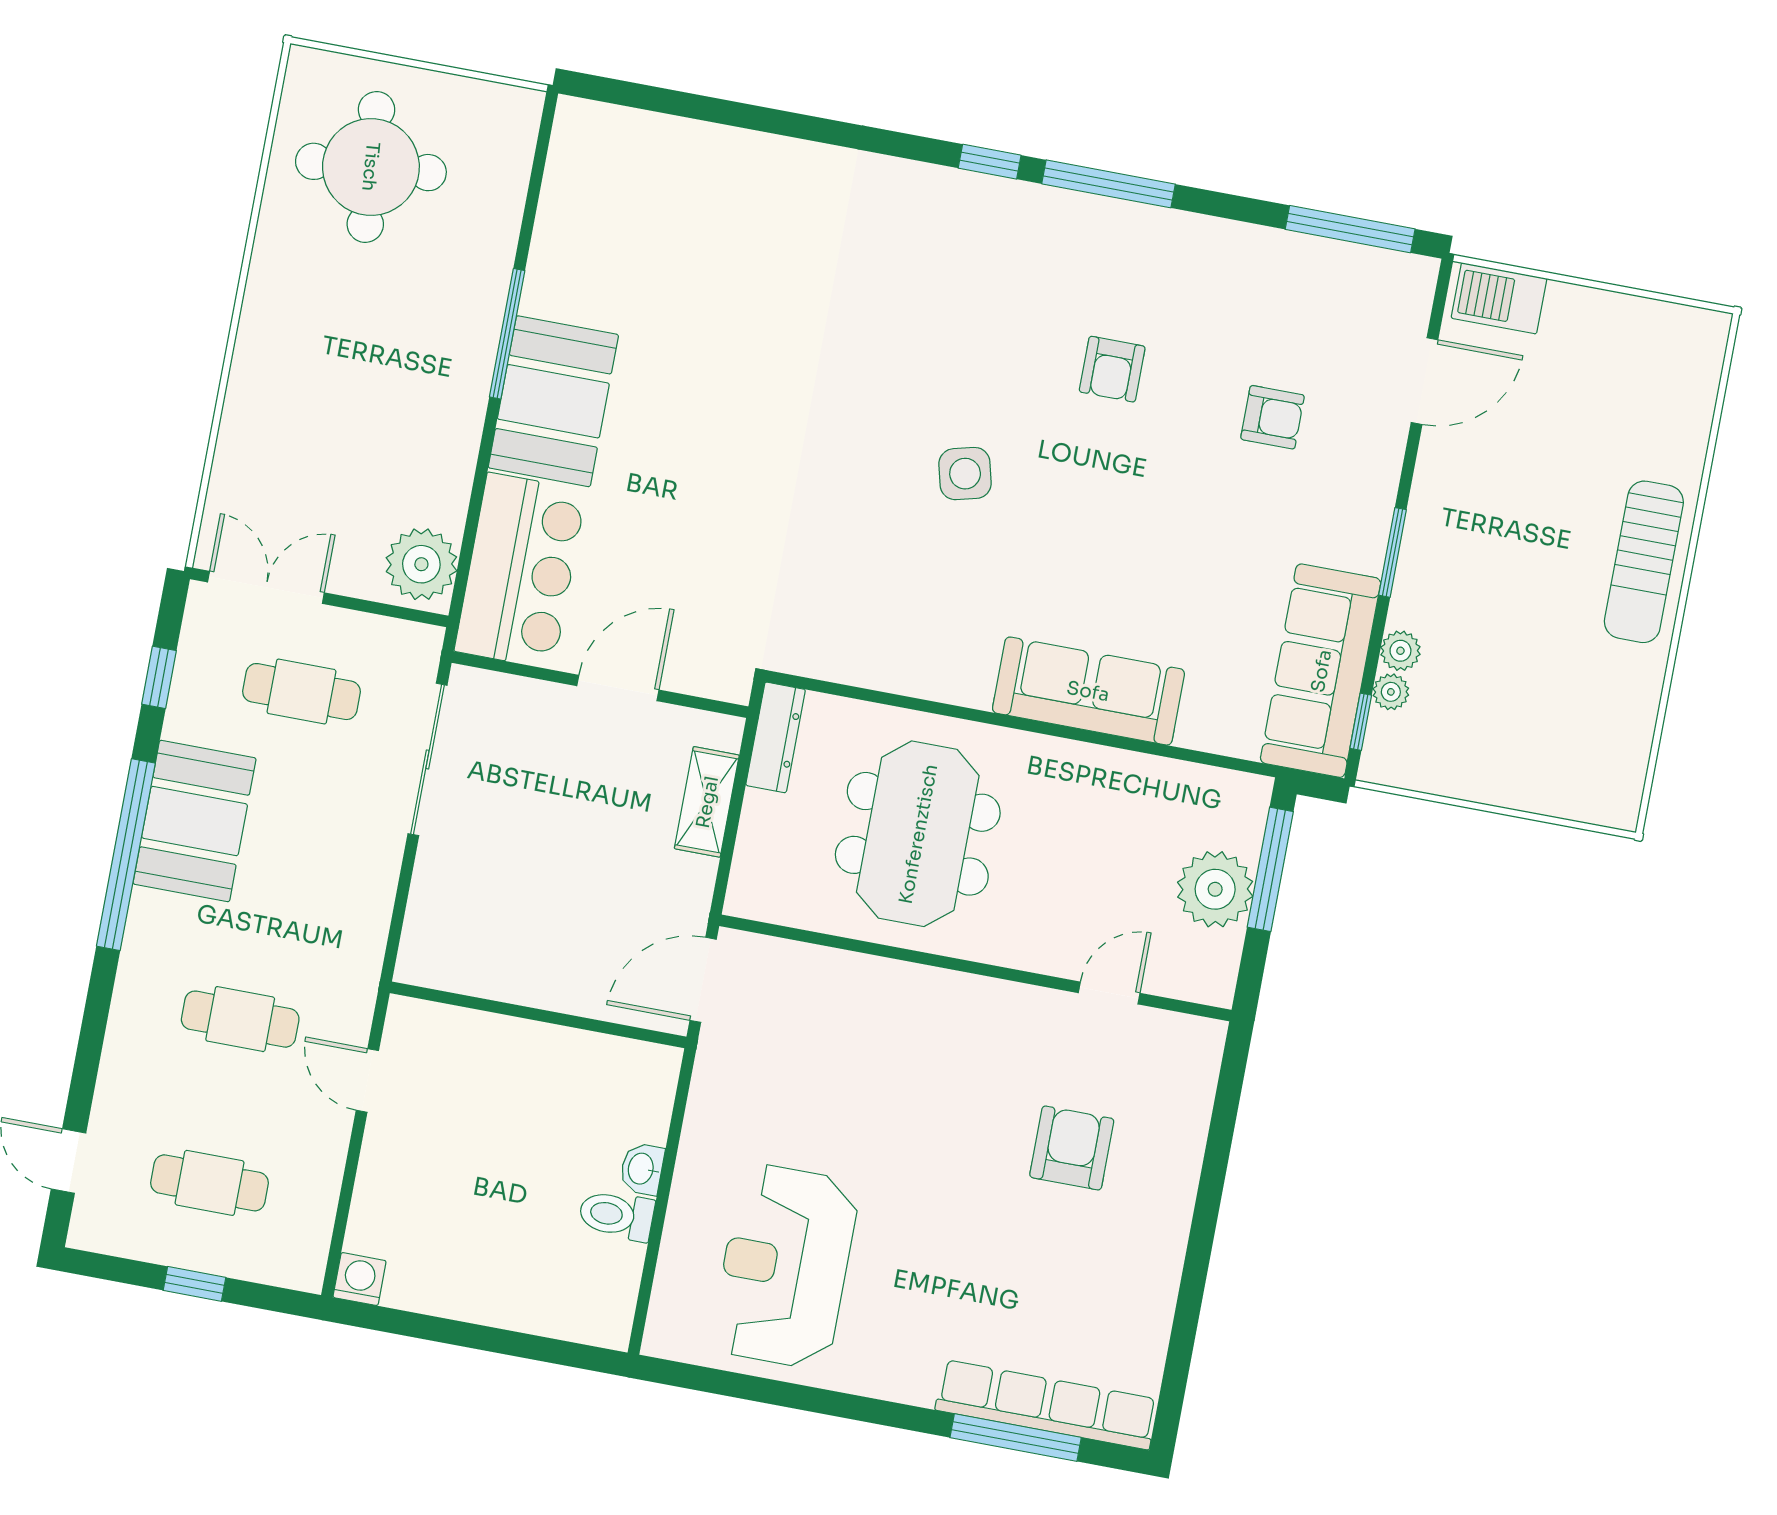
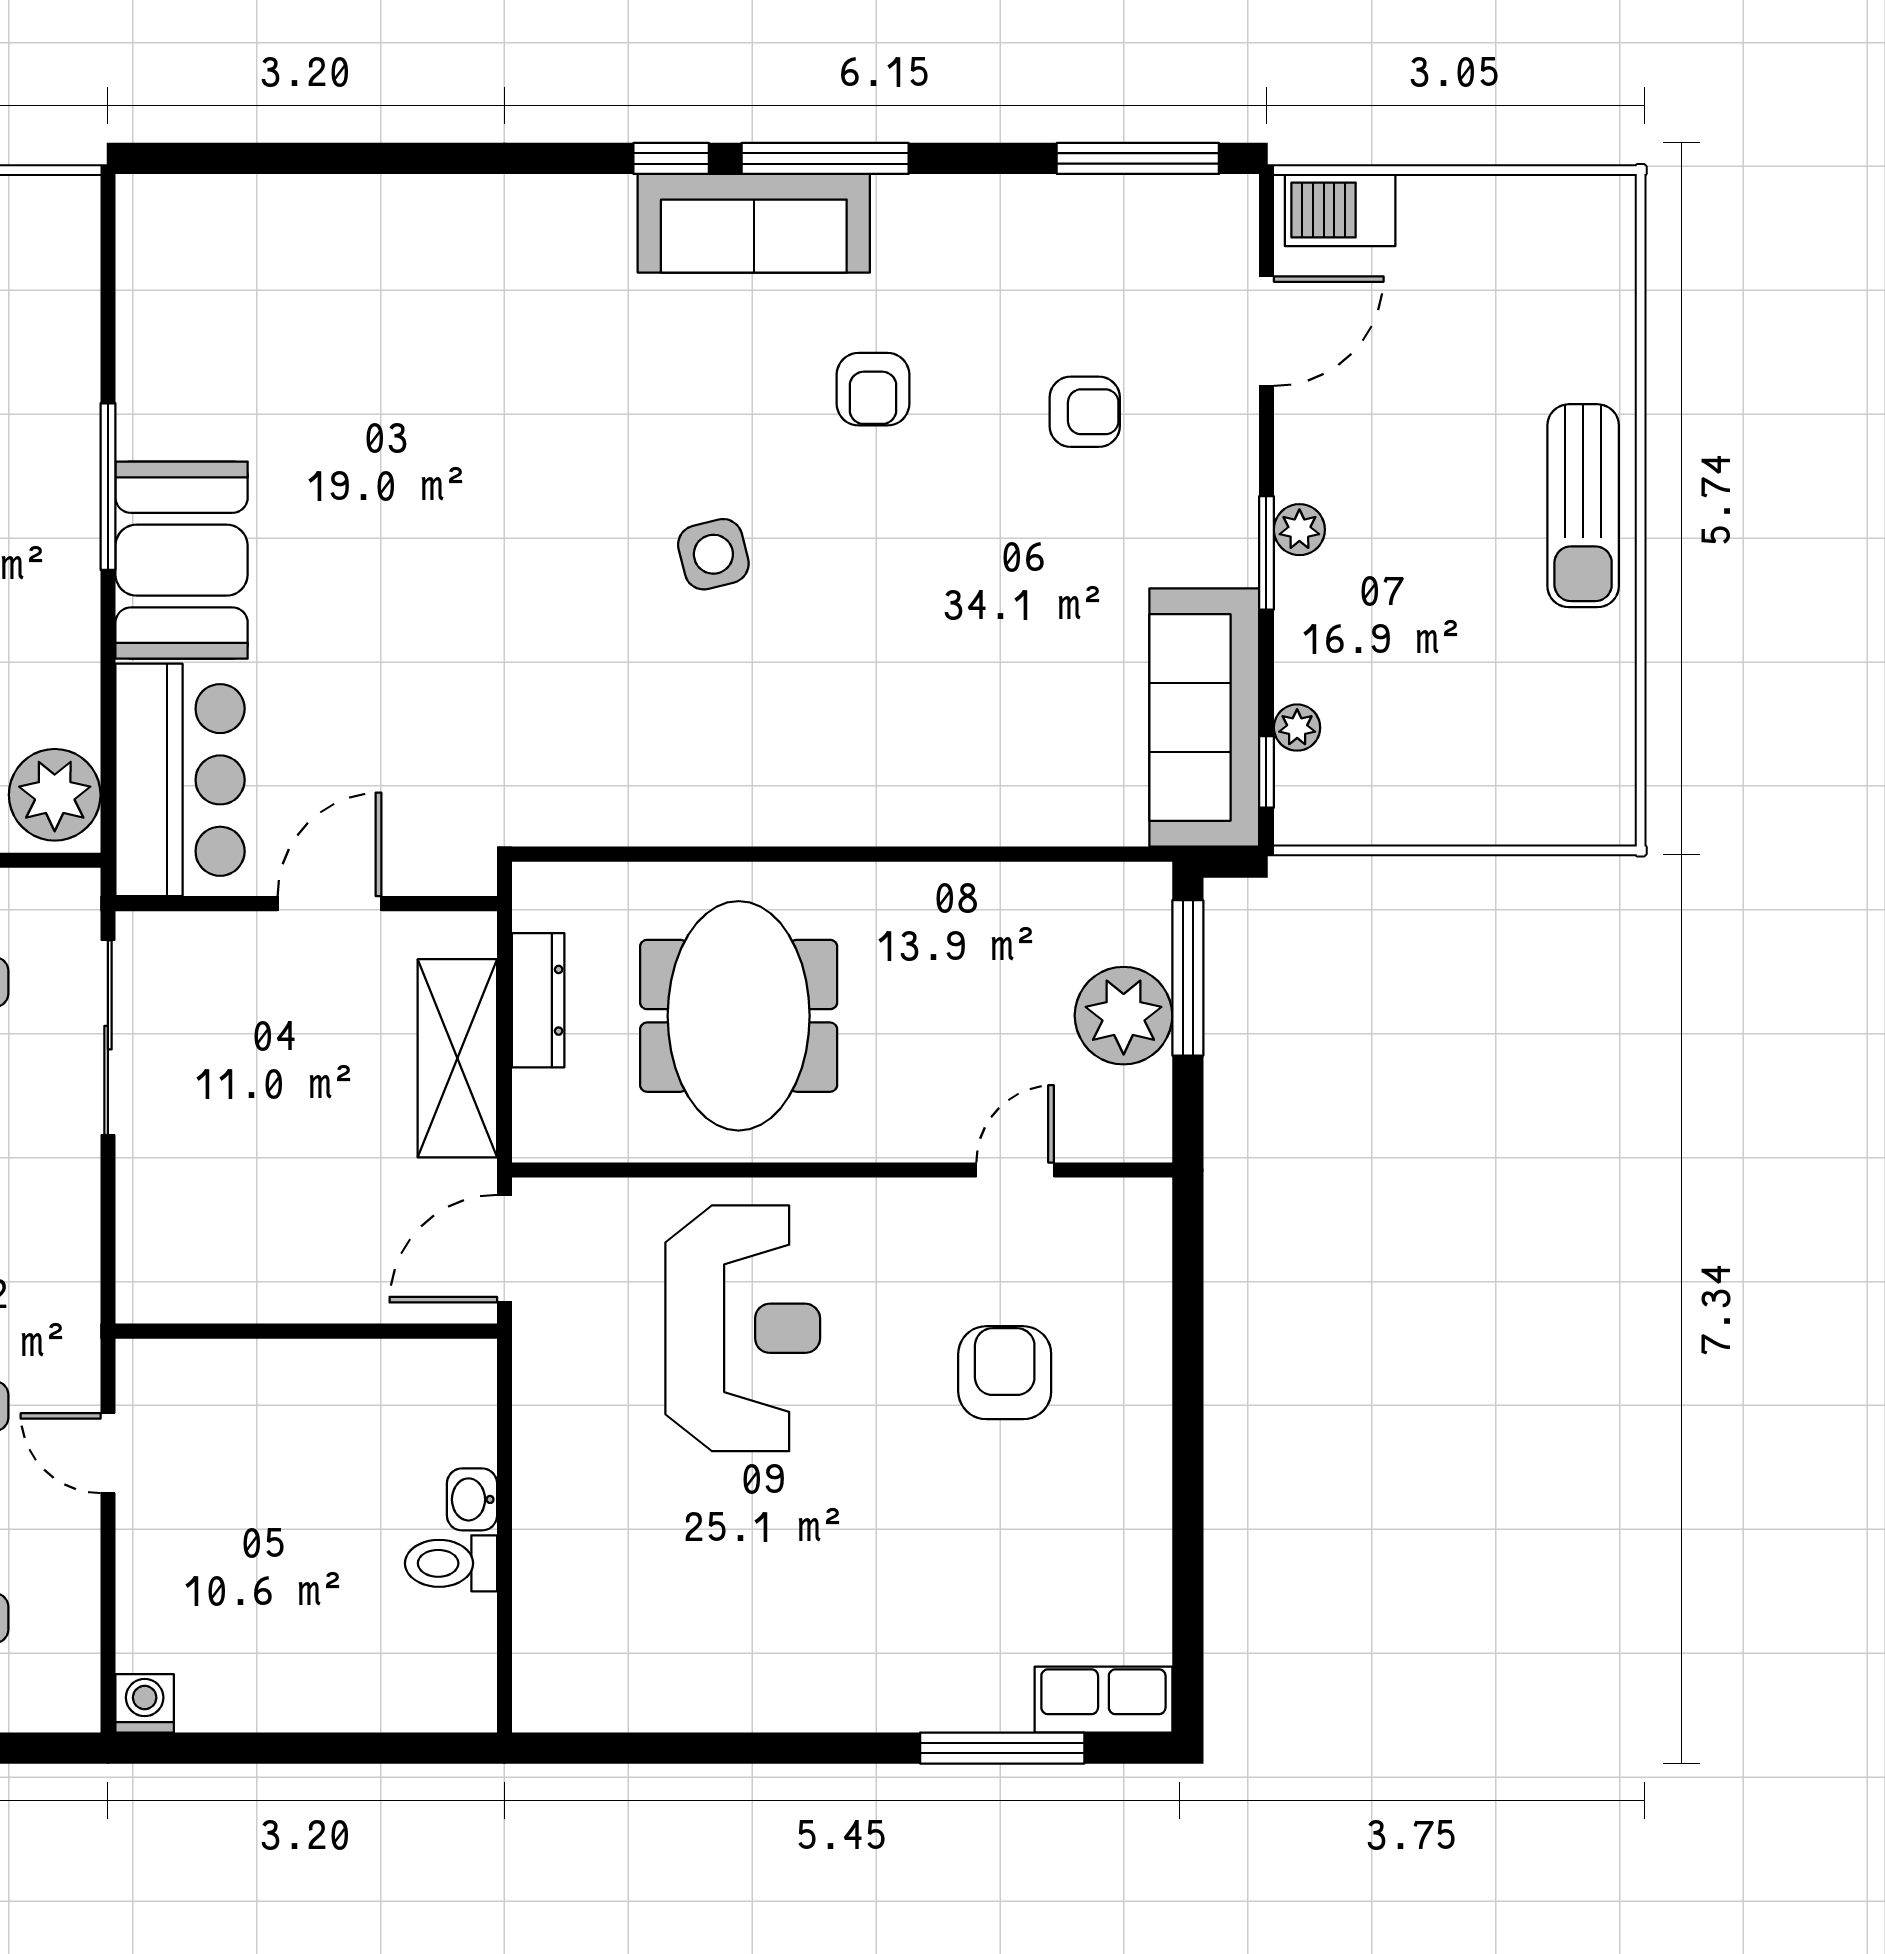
plant: (1400, 651) -> (1299, 530), moved
sofa: (1088, 691) -> (754, 223), moved, turned 180
dresser: (776, 737) -> (538, 1000), moved
shelving: (707, 802) -> (457, 1058), width x1.50, depth x1.33
reception desk: (785, 1266) -> (743, 1328), moved, turned 180
row of seats: (1047, 1405) -> (1103, 1700), width x0.50

